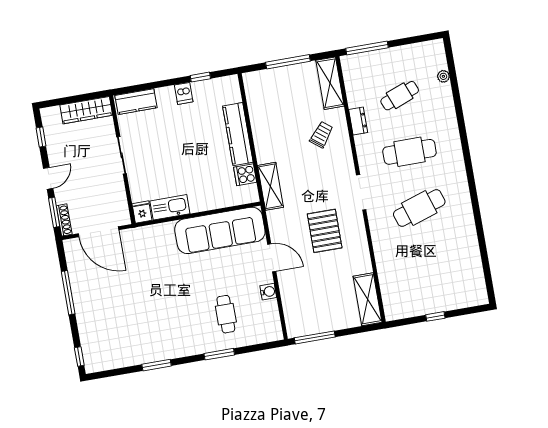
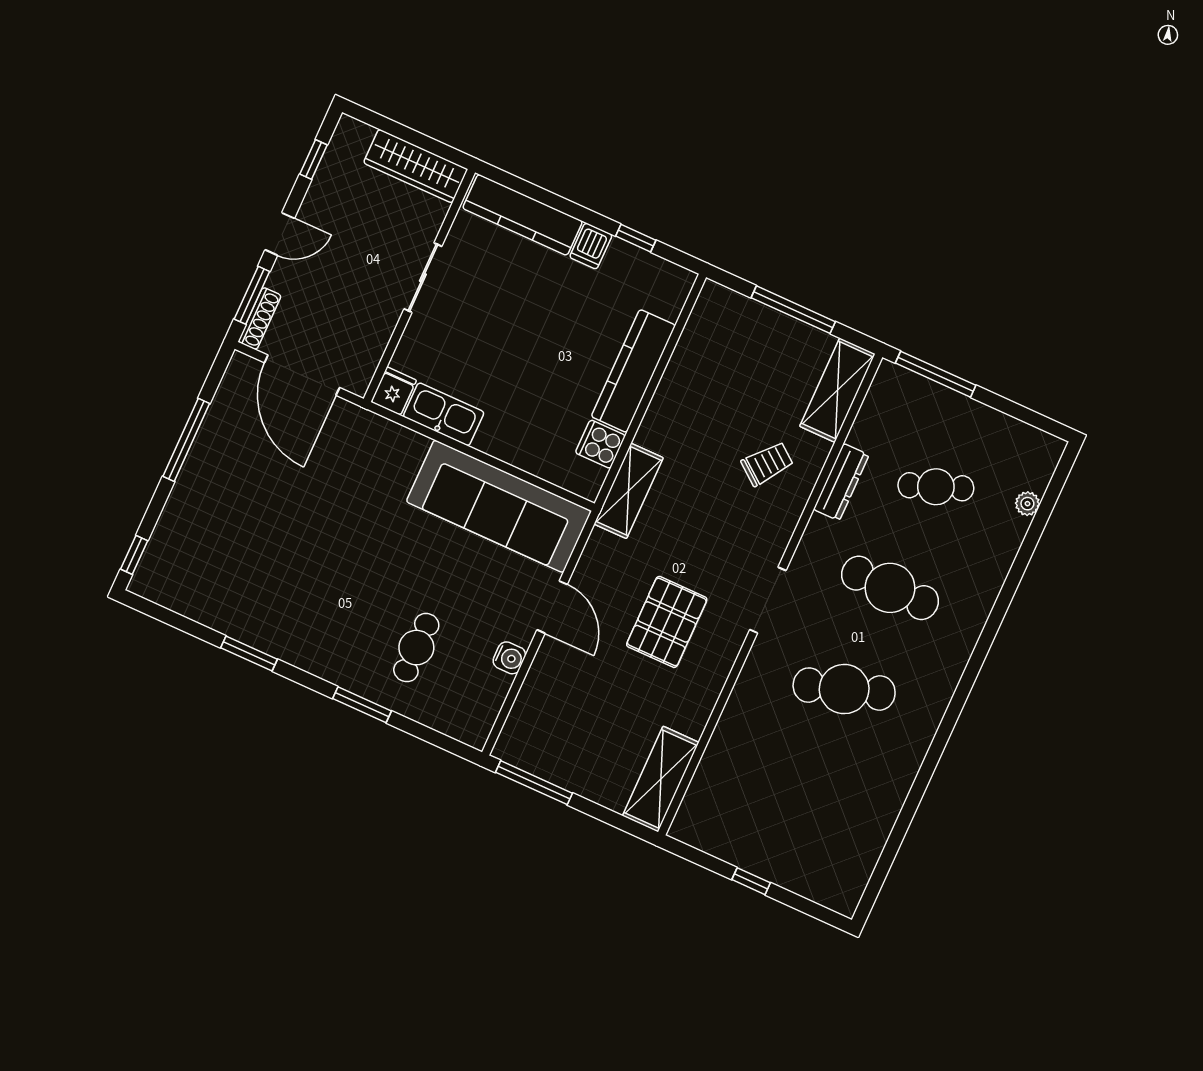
kitchen counter: (136, 102) -> (523, 215), width x1.50
dresser: (358, 121) -> (841, 482), width x1.44

